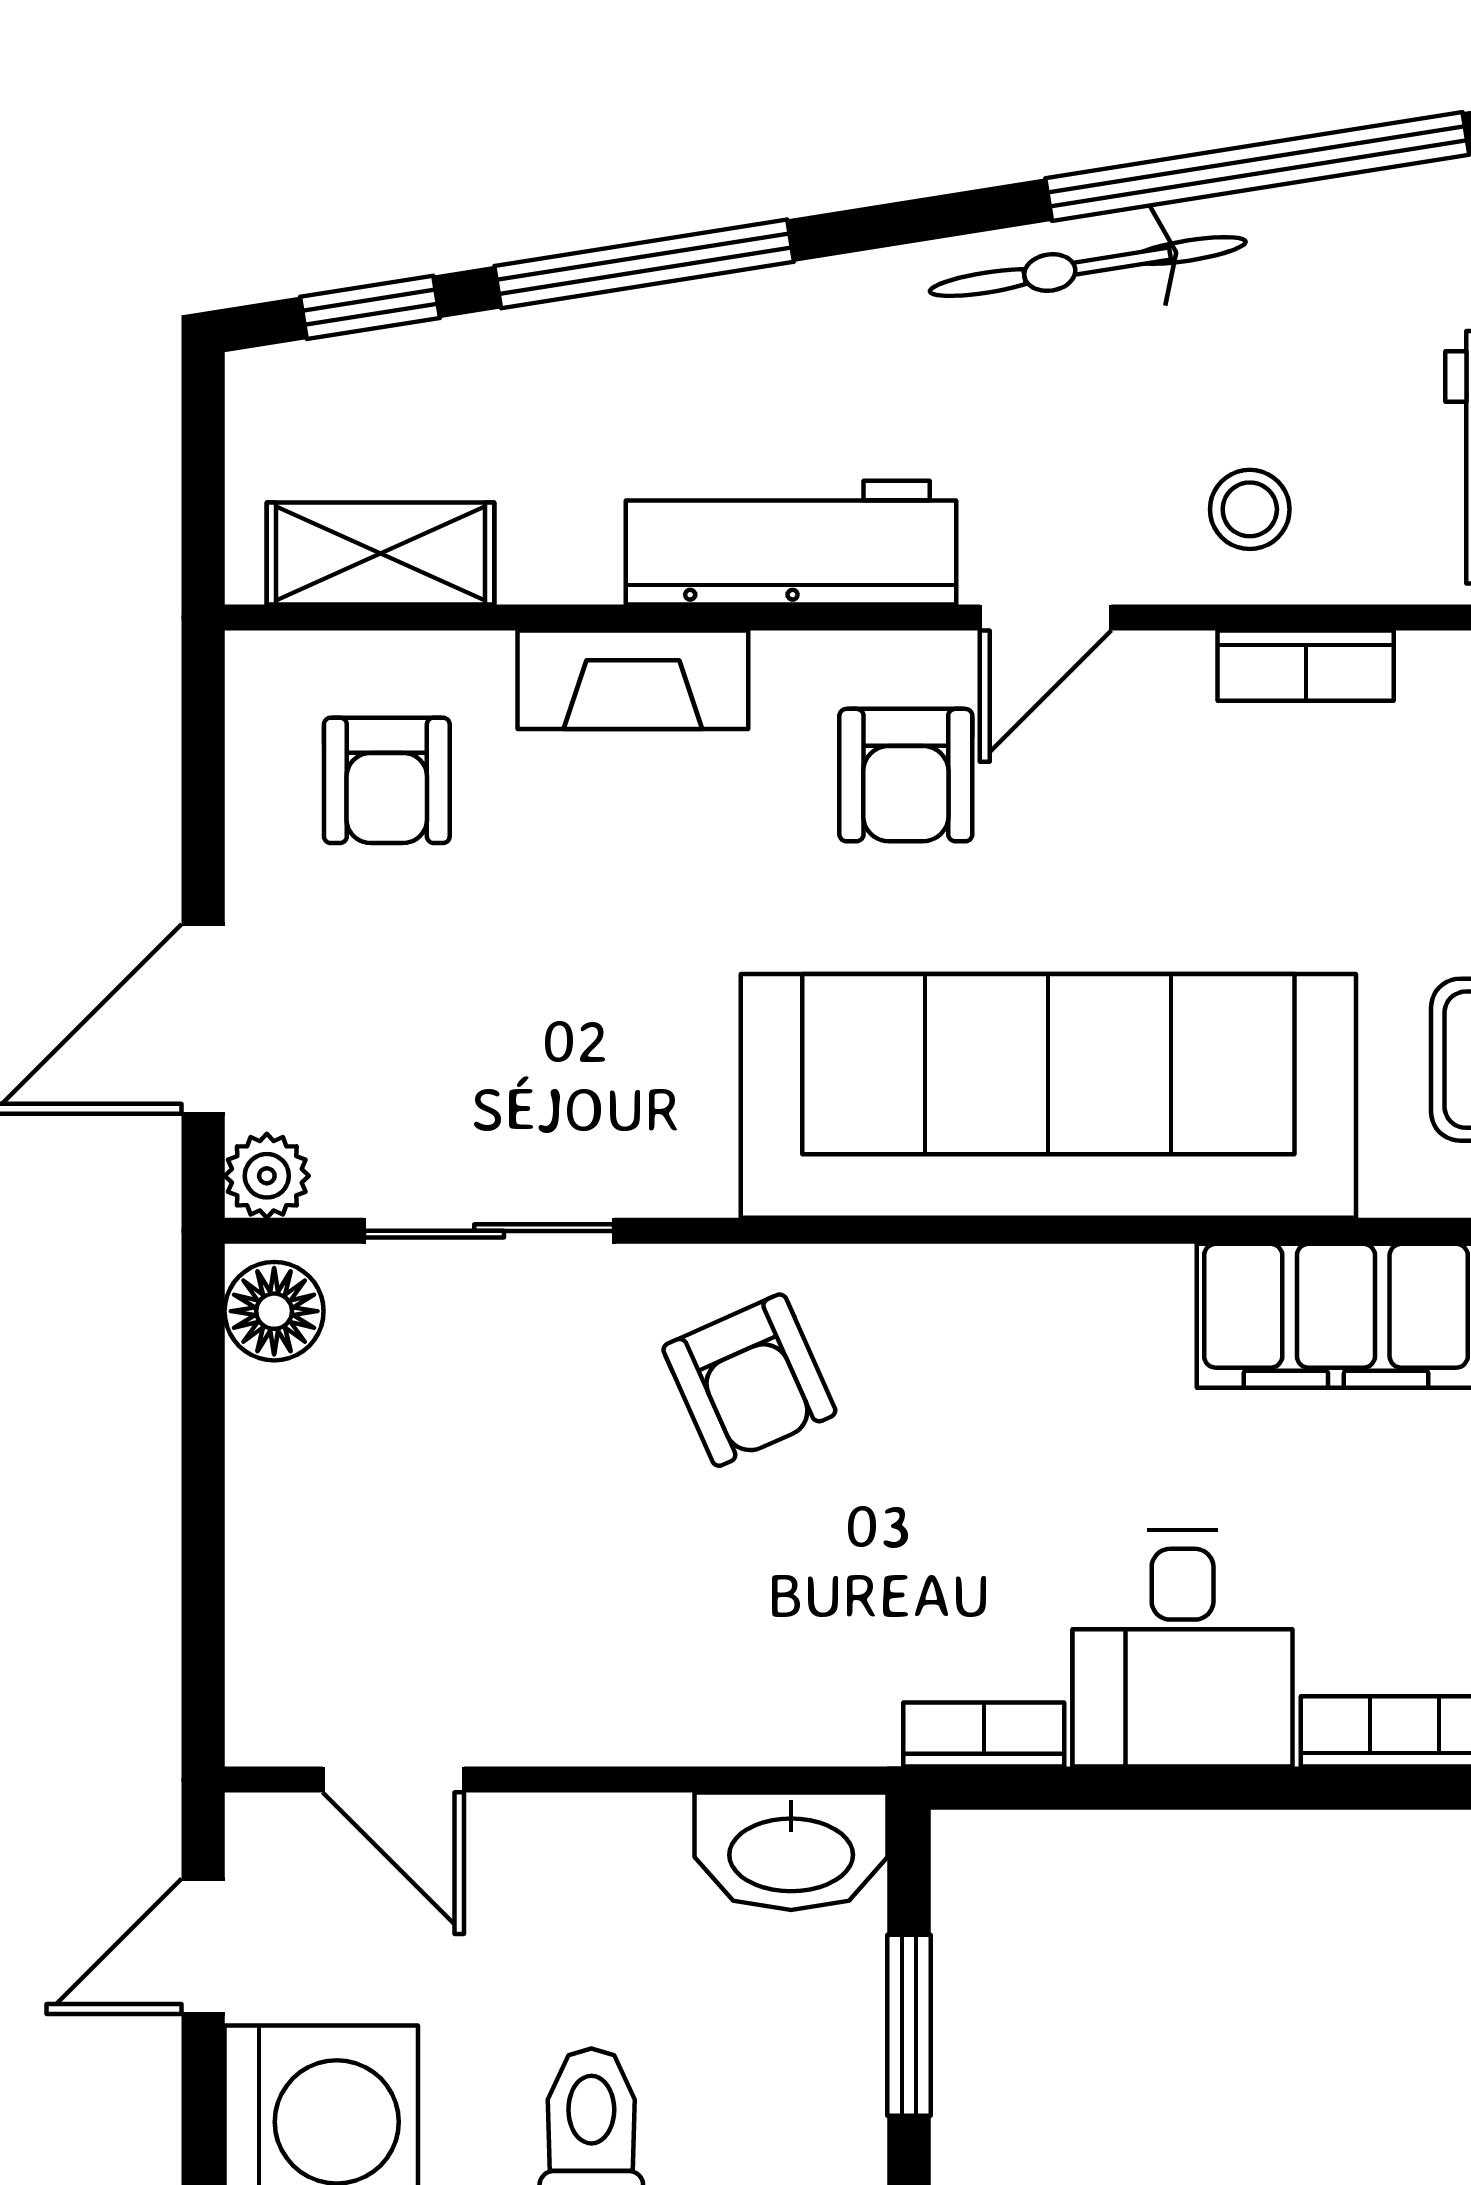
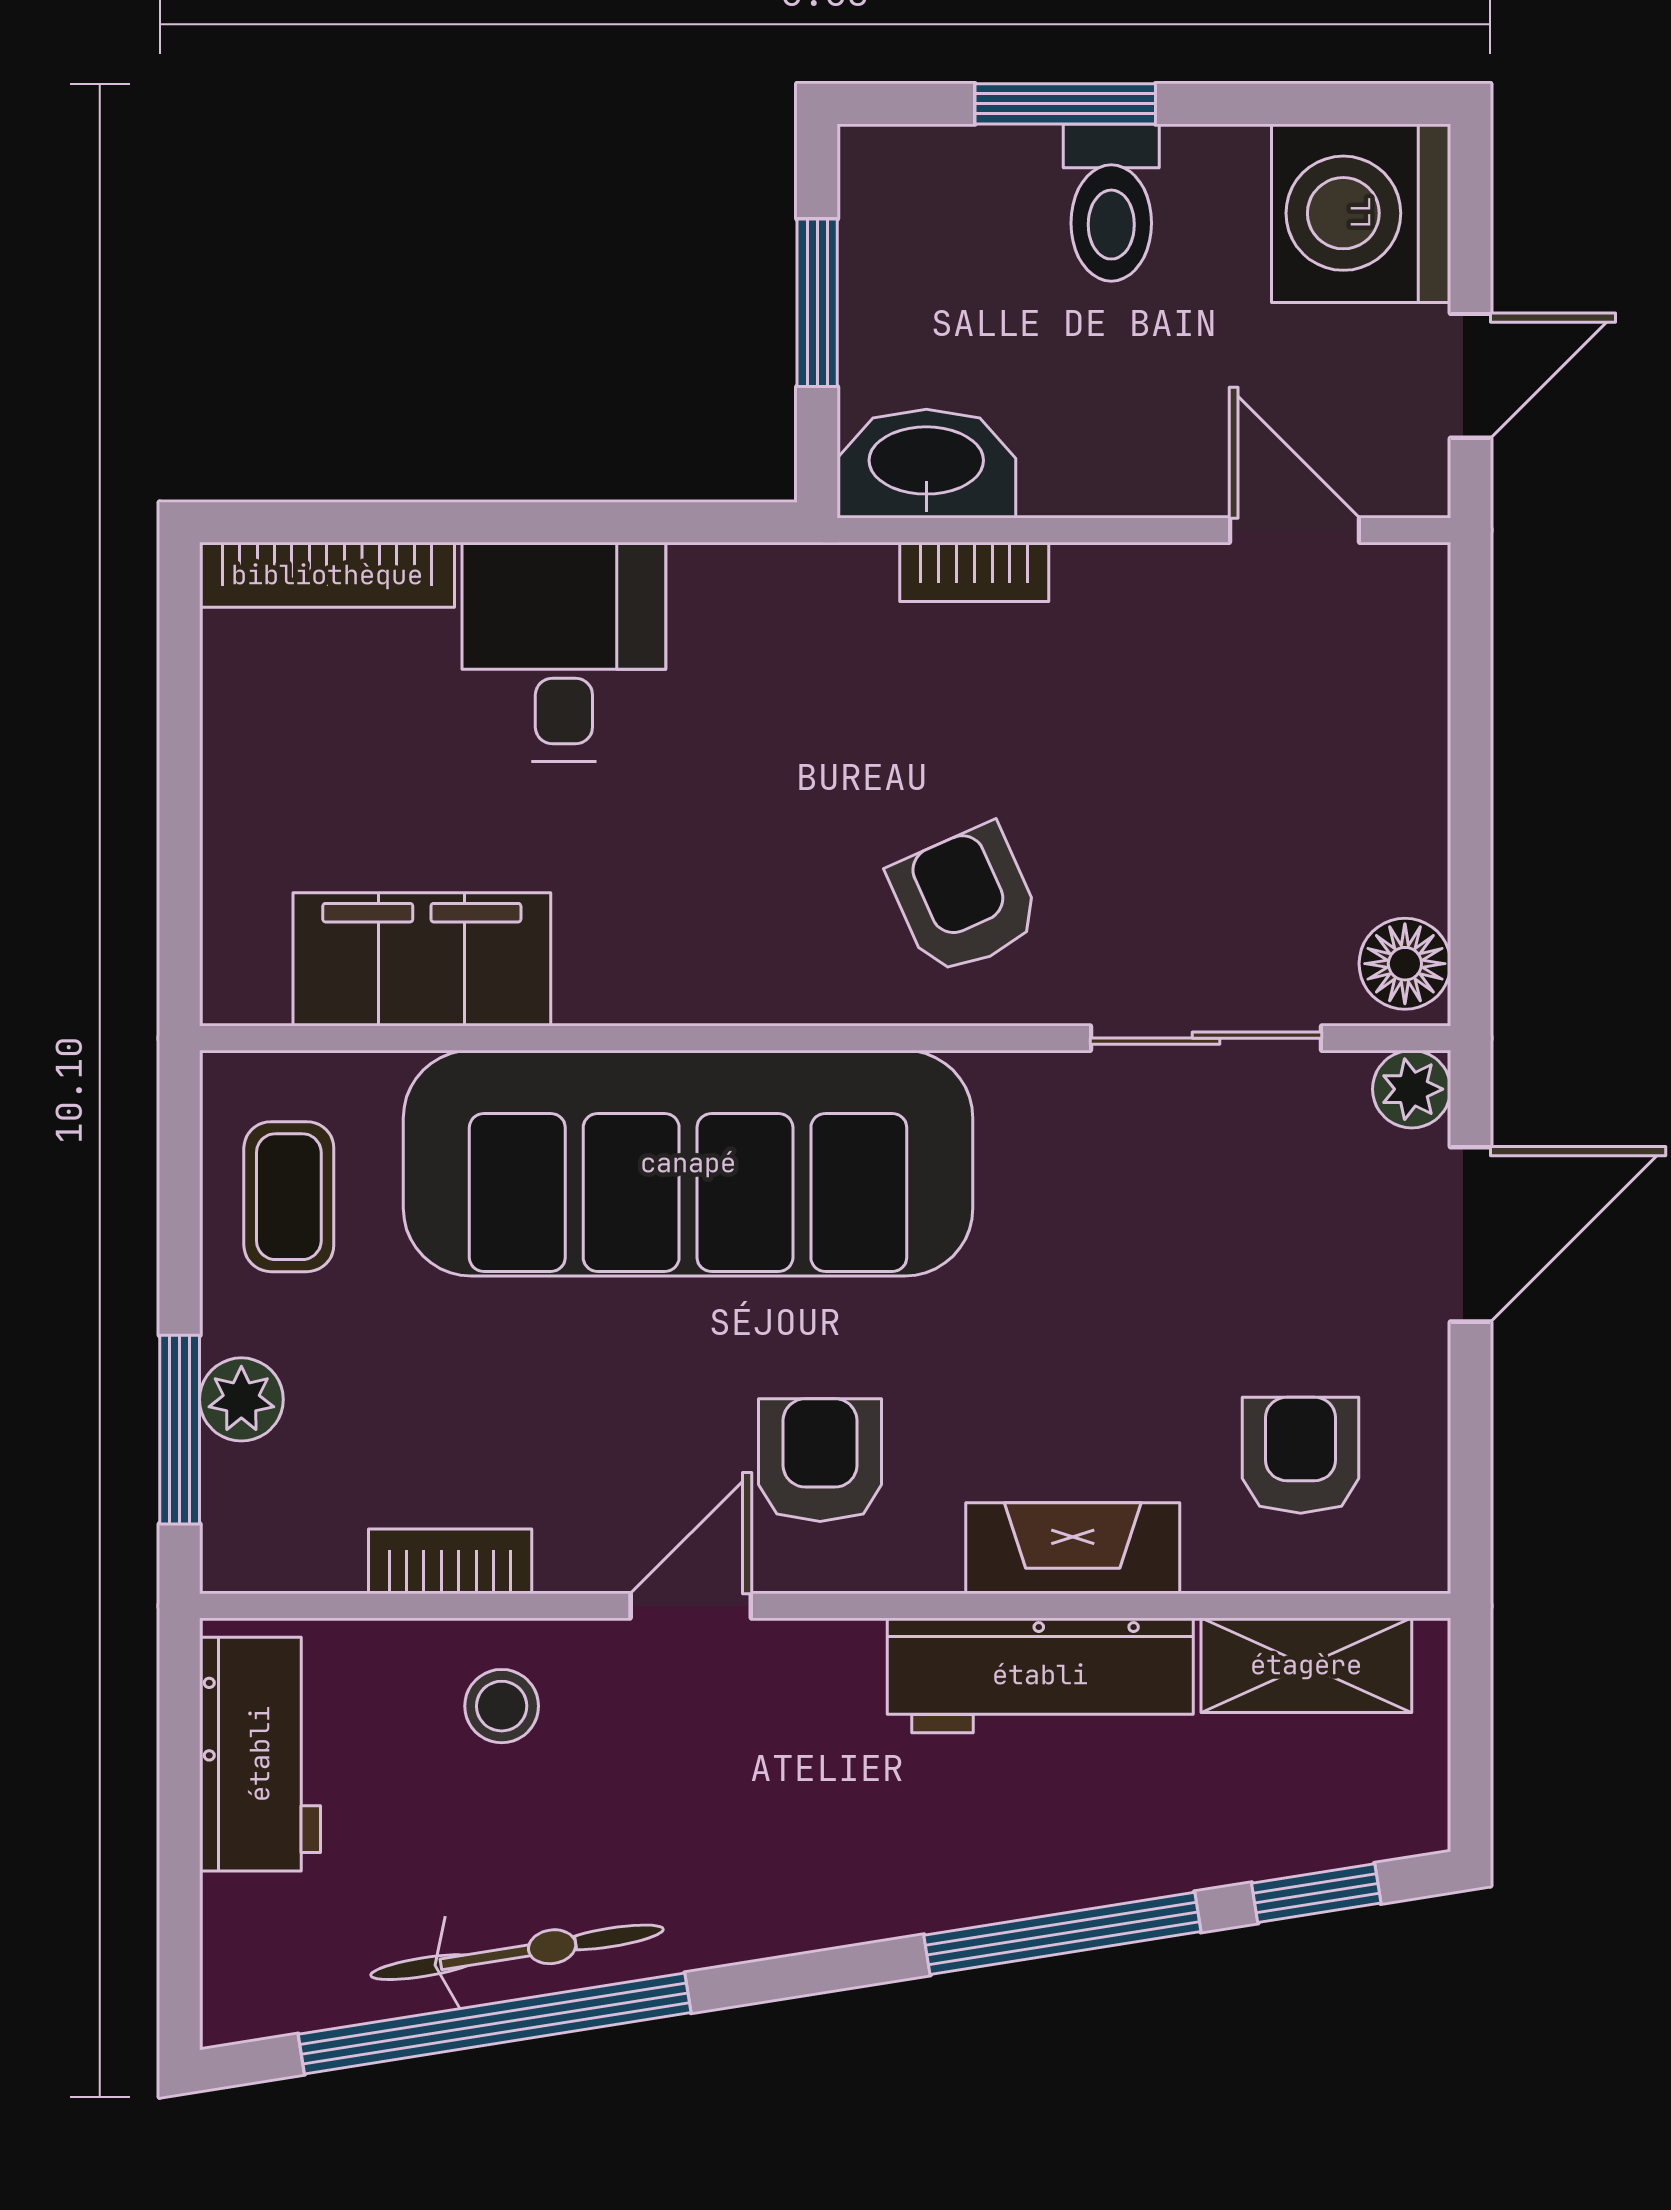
bicycle: (1088, 267) -> (517, 1952), moved
workbench: (791, 543) -> (1040, 1675), moved
bookcase: (984, 1734) -> (974, 572), moved

